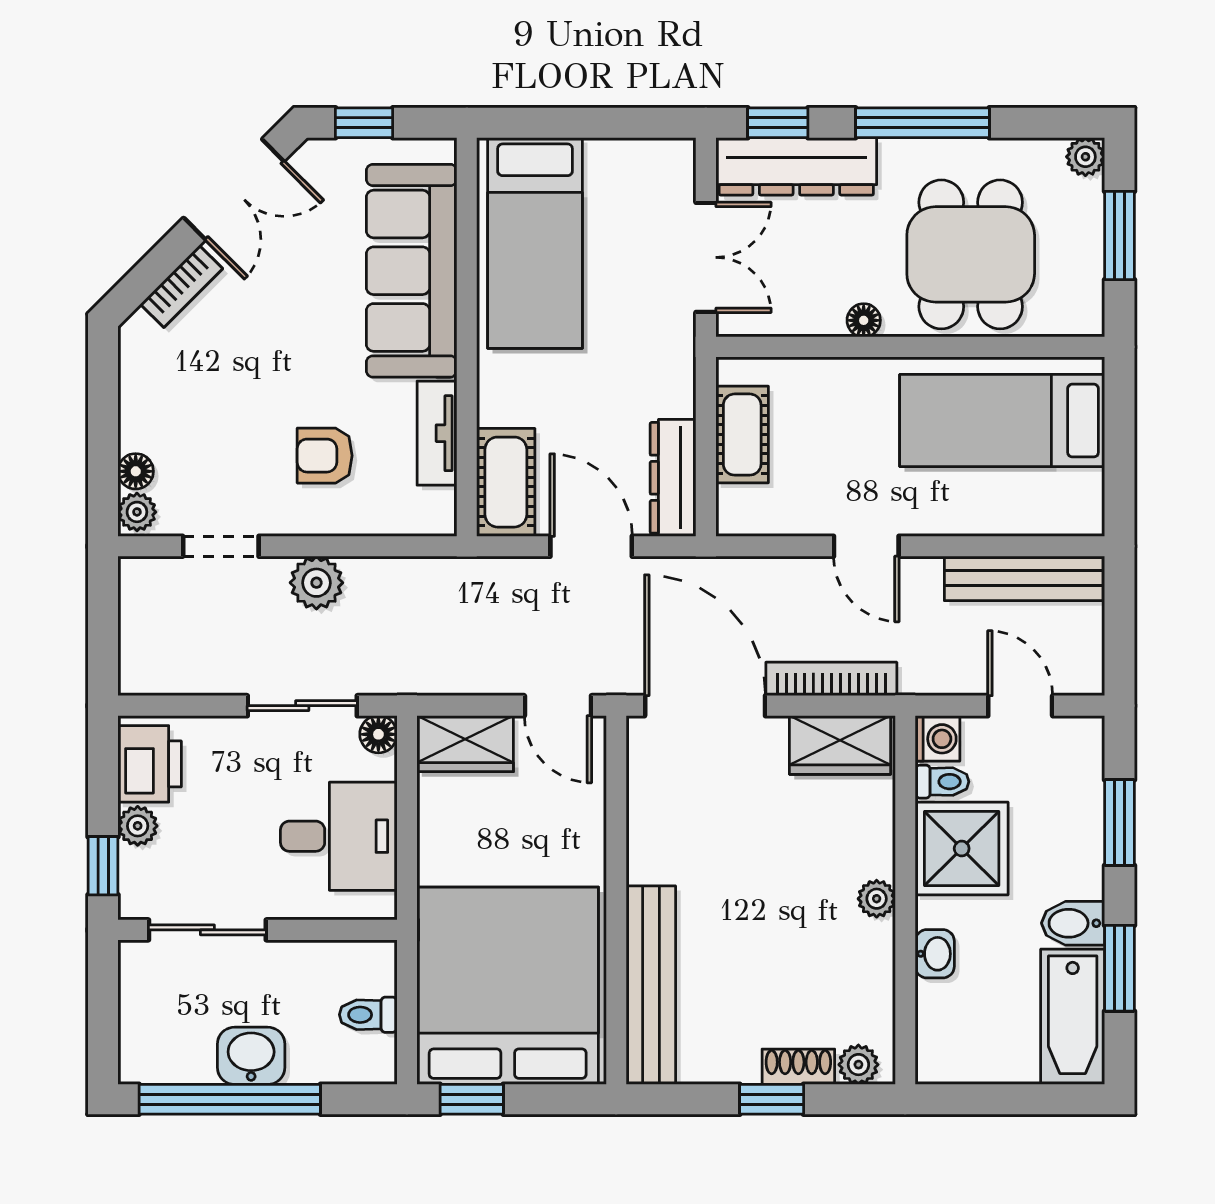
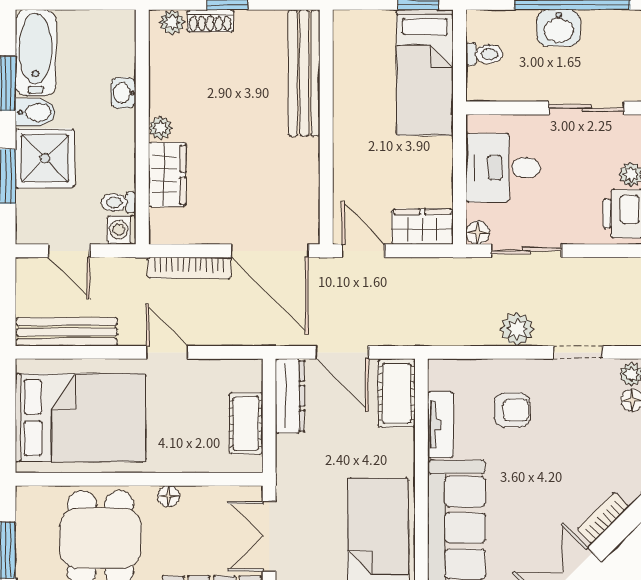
bed: (1002, 421) -> (80, 418), width x1.50
wardrobe: (840, 745) -> (167, 175), moved, turned 90
shower: (962, 849) -> (45, 158), moved
bed: (508, 986) -> (425, 73), width x0.49

